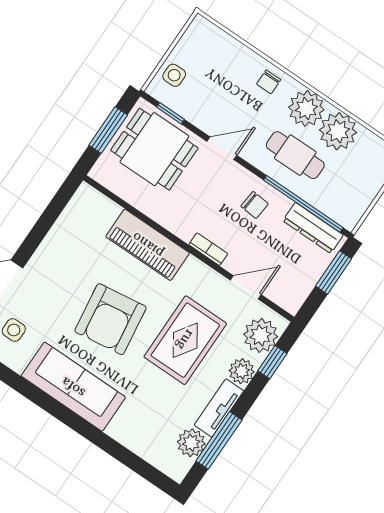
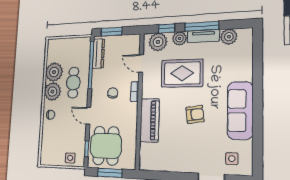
chair: (255, 205) -> (113, 93), moved
armchair: (110, 319) -> (195, 114), width x0.53, depth x0.53
window: (219, 440) -> (202, 26), moved

